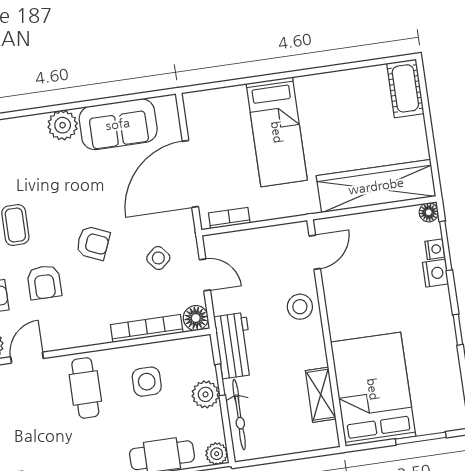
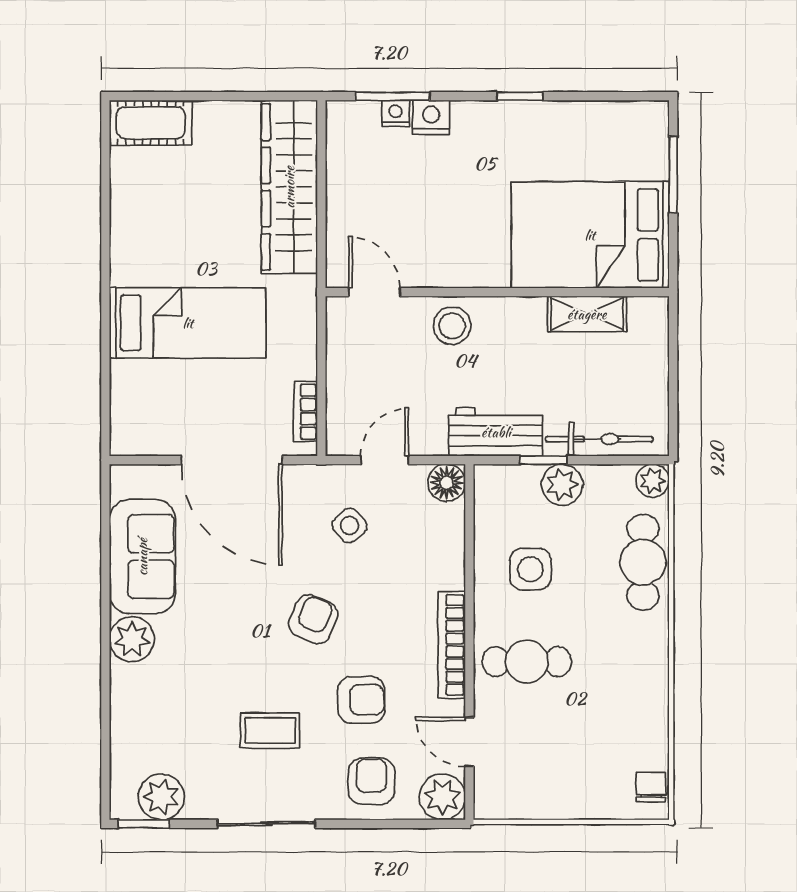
floor lamp: (429, 212) -> (340, 115), removed
bookcase: (147, 328) -> (452, 645), moved

